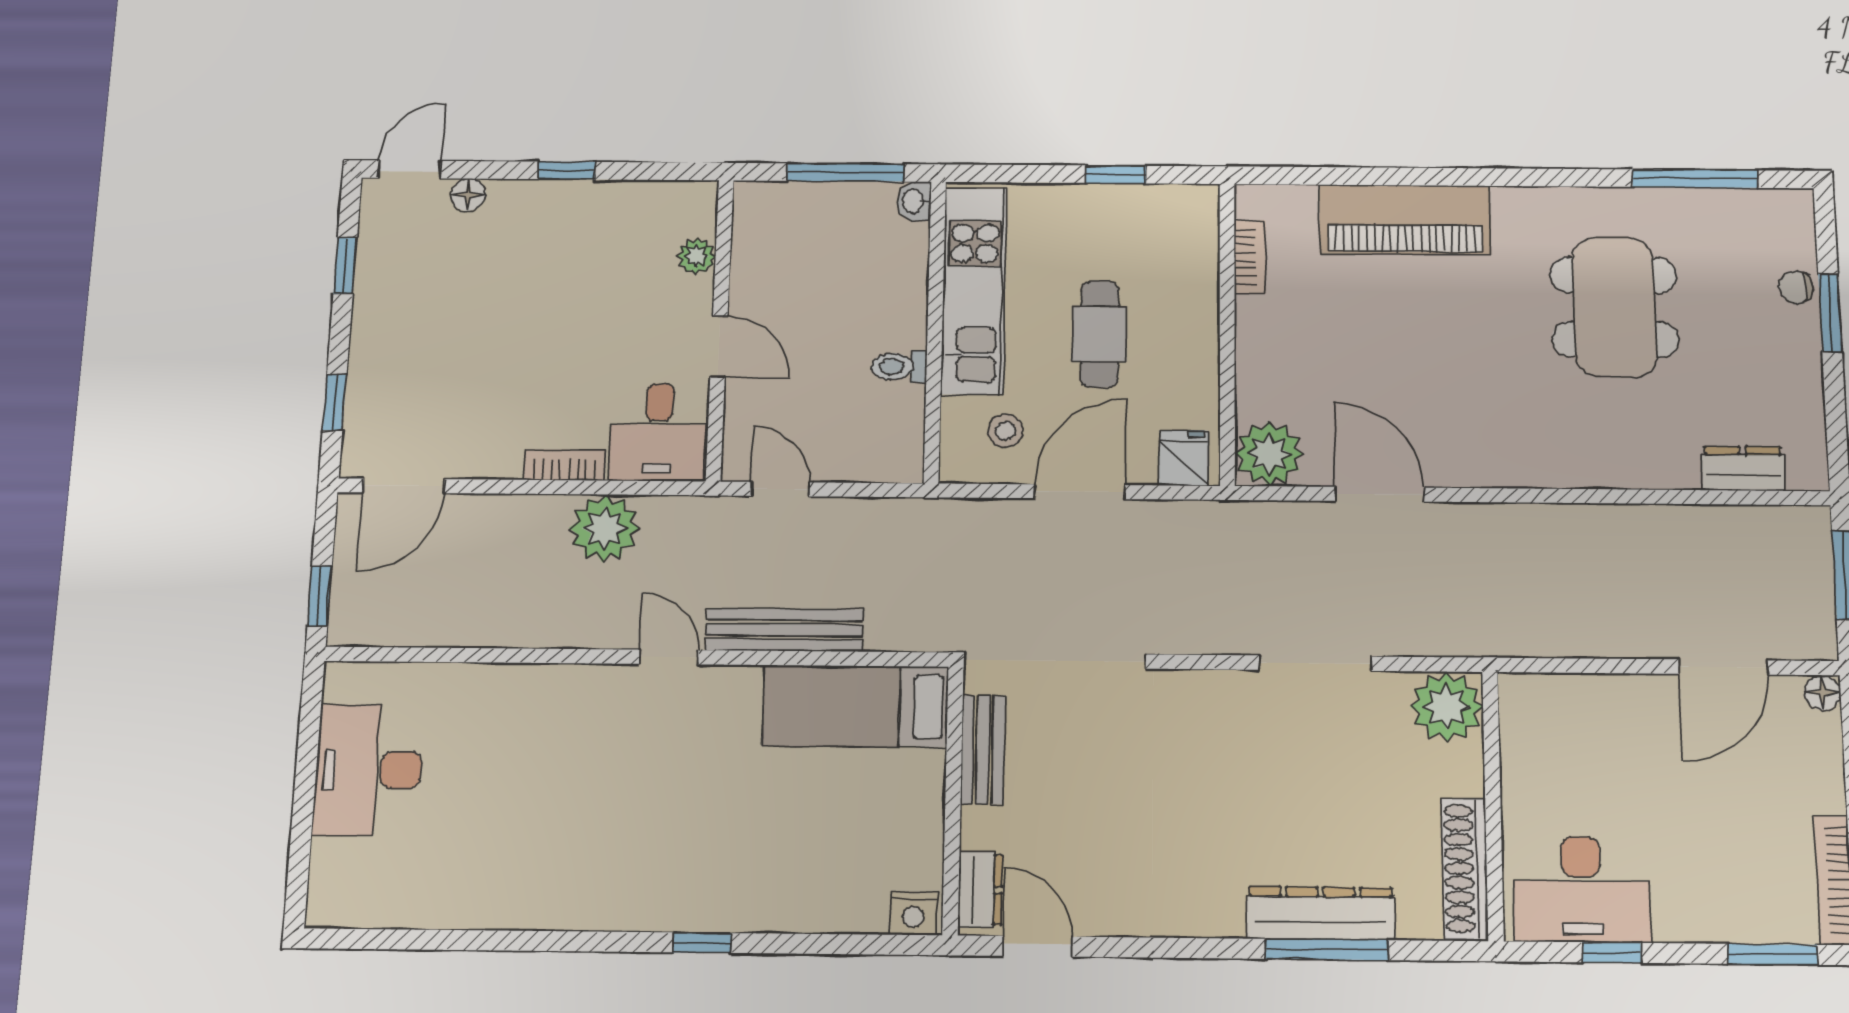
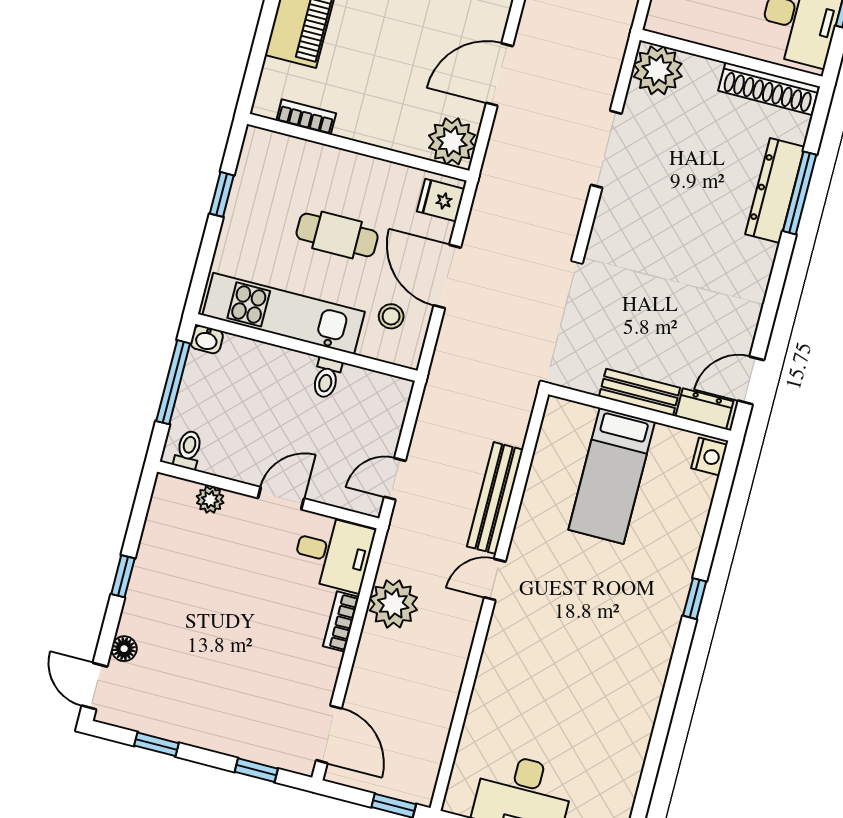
toilet: (758, 213) -> (188, 450), added
bed: (855, 706) -> (612, 476), moved
bench: (983, 750) -> (640, 392), moved

